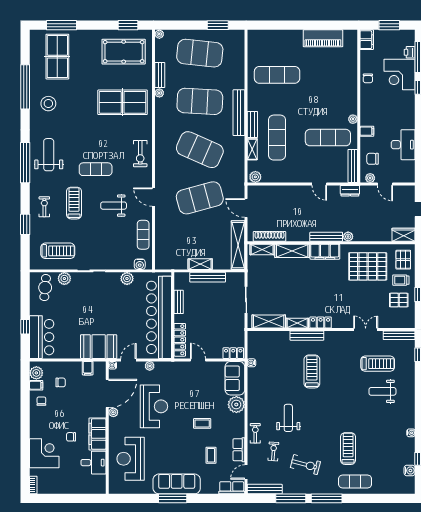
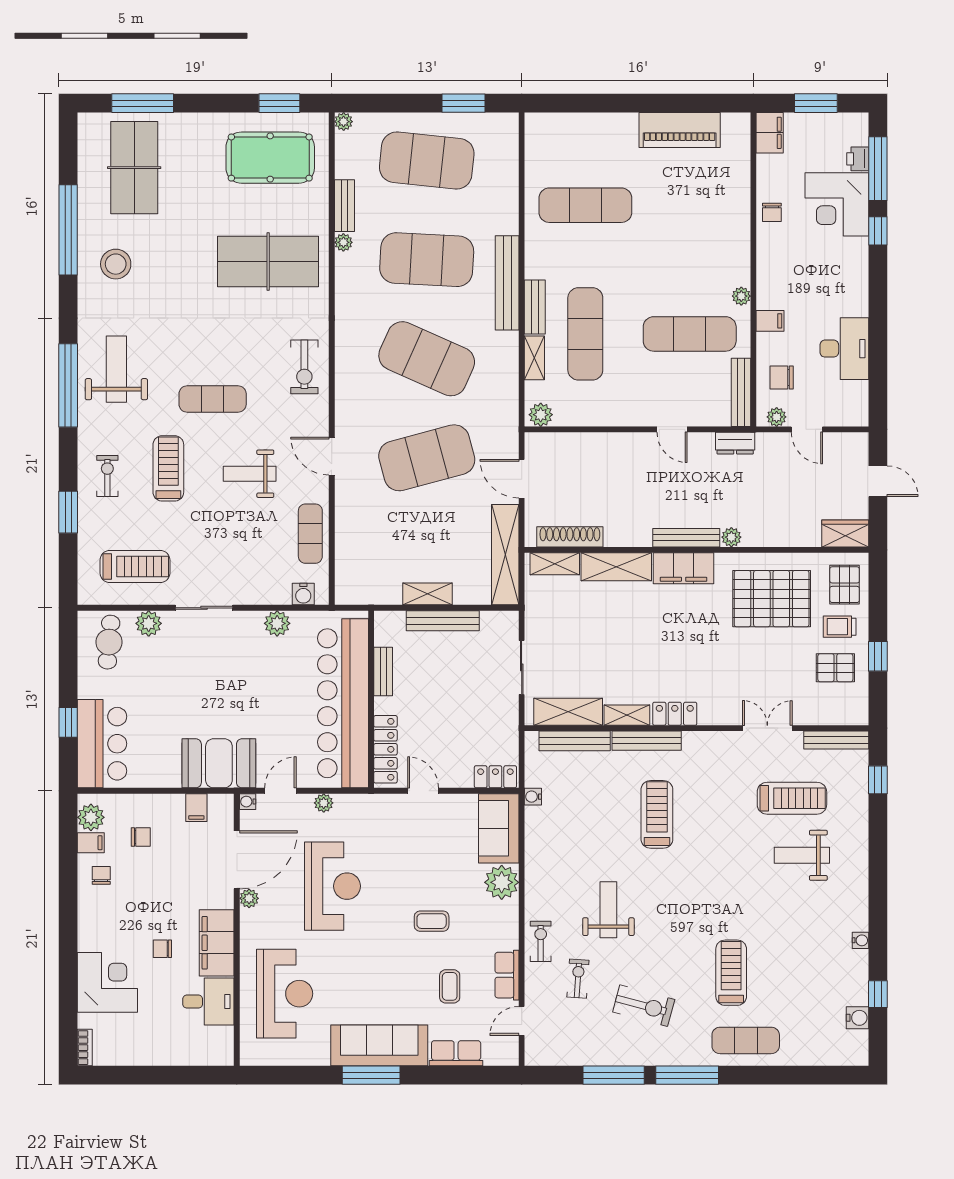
reception desk: (131, 459) -> (285, 994), turned 180
row of seats: (232, 488) -> (456, 1053), moved
bench: (265, 489) -> (575, 741), moved

